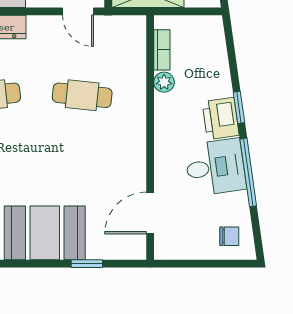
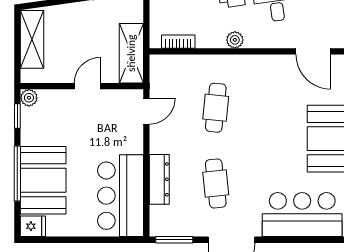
plant: (164, 82) -> (235, 40), moved

